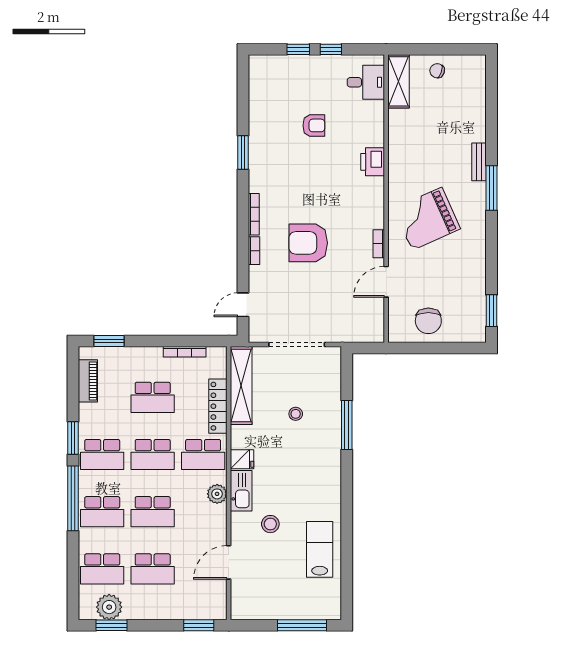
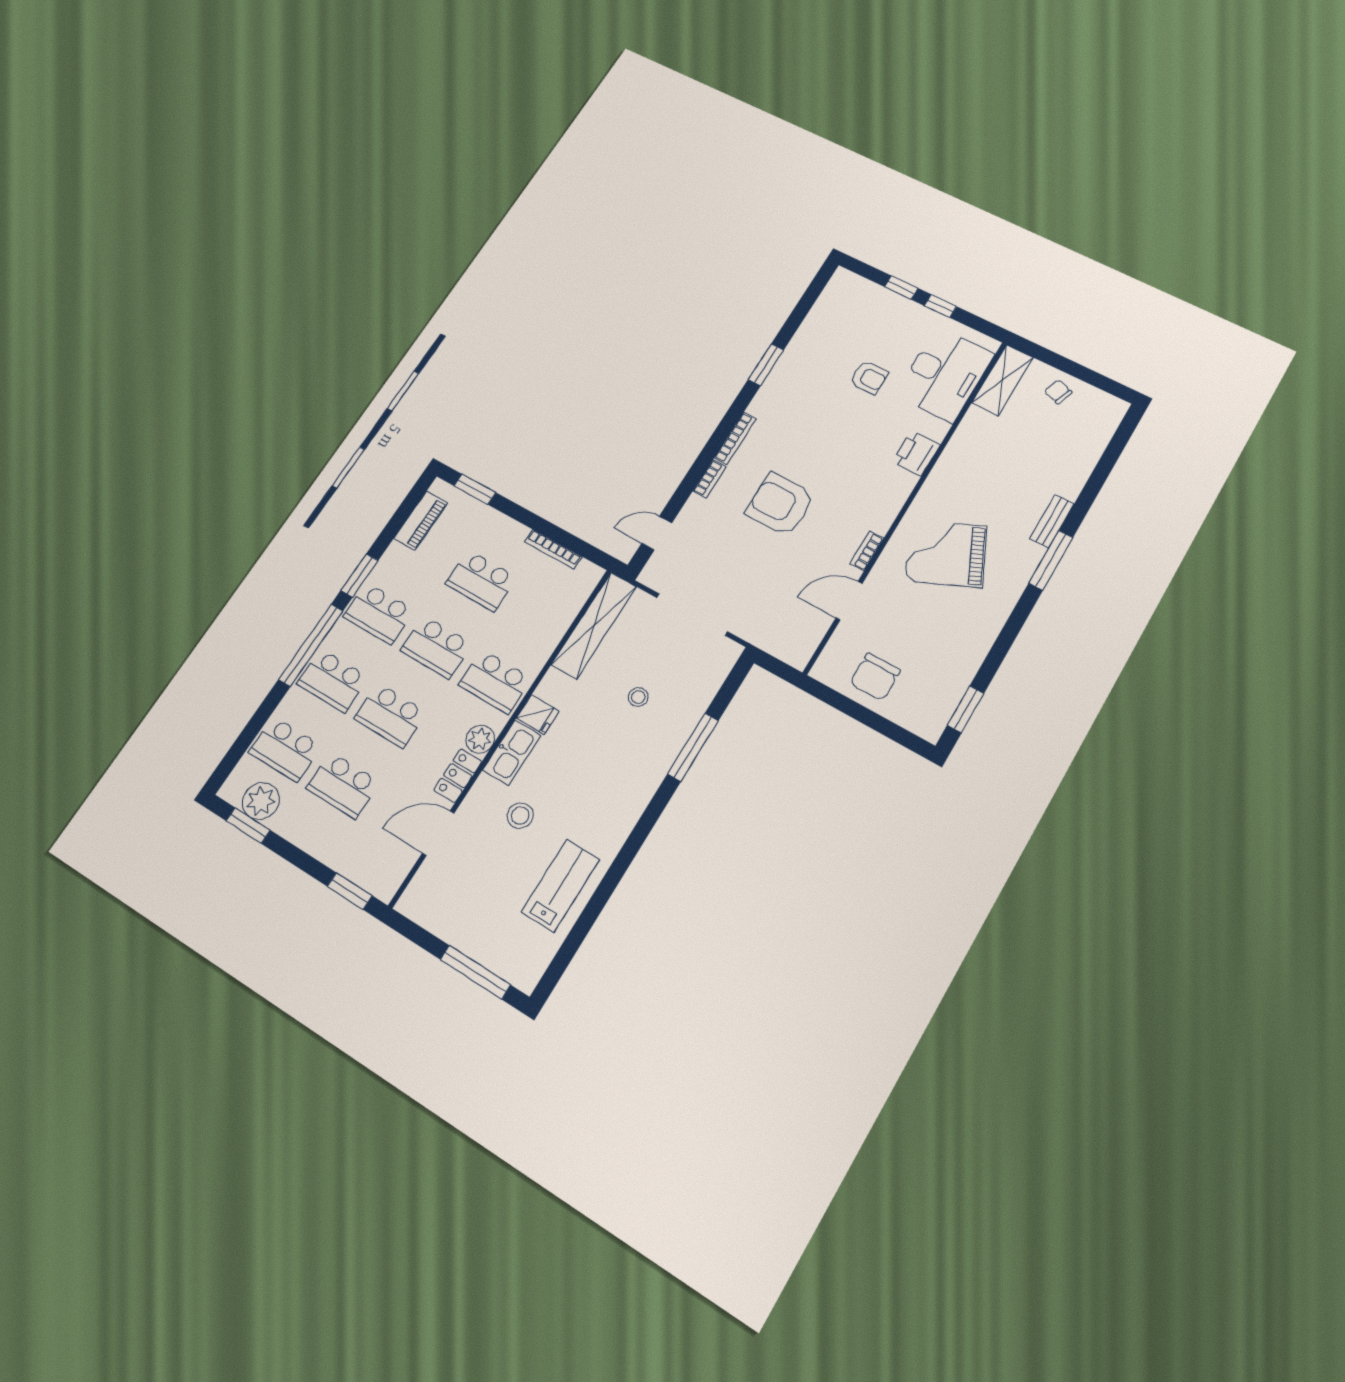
desk: (366, 82) -> (945, 374), width x1.87, depth x1.30
locker: (218, 406) -> (458, 776), moved, width x0.66

